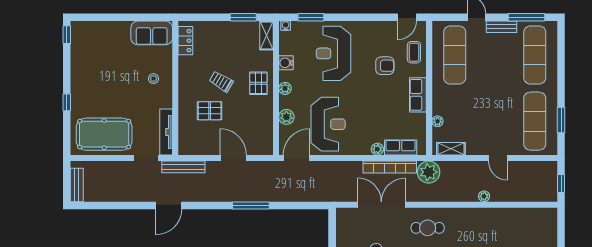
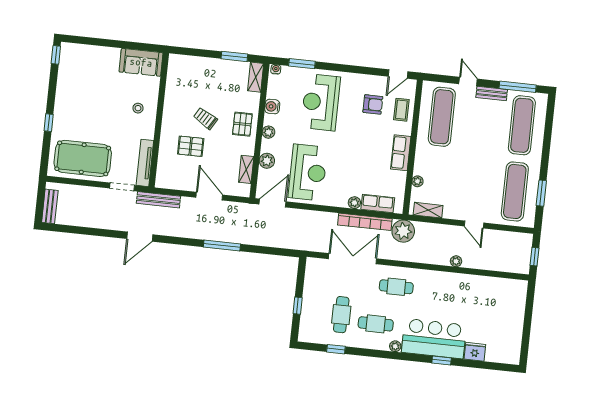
locker: (185, 41) -> (174, 74), removed
armchair: (385, 66) -> (373, 104), moved
shelving: (267, 128) -> (246, 169), added

